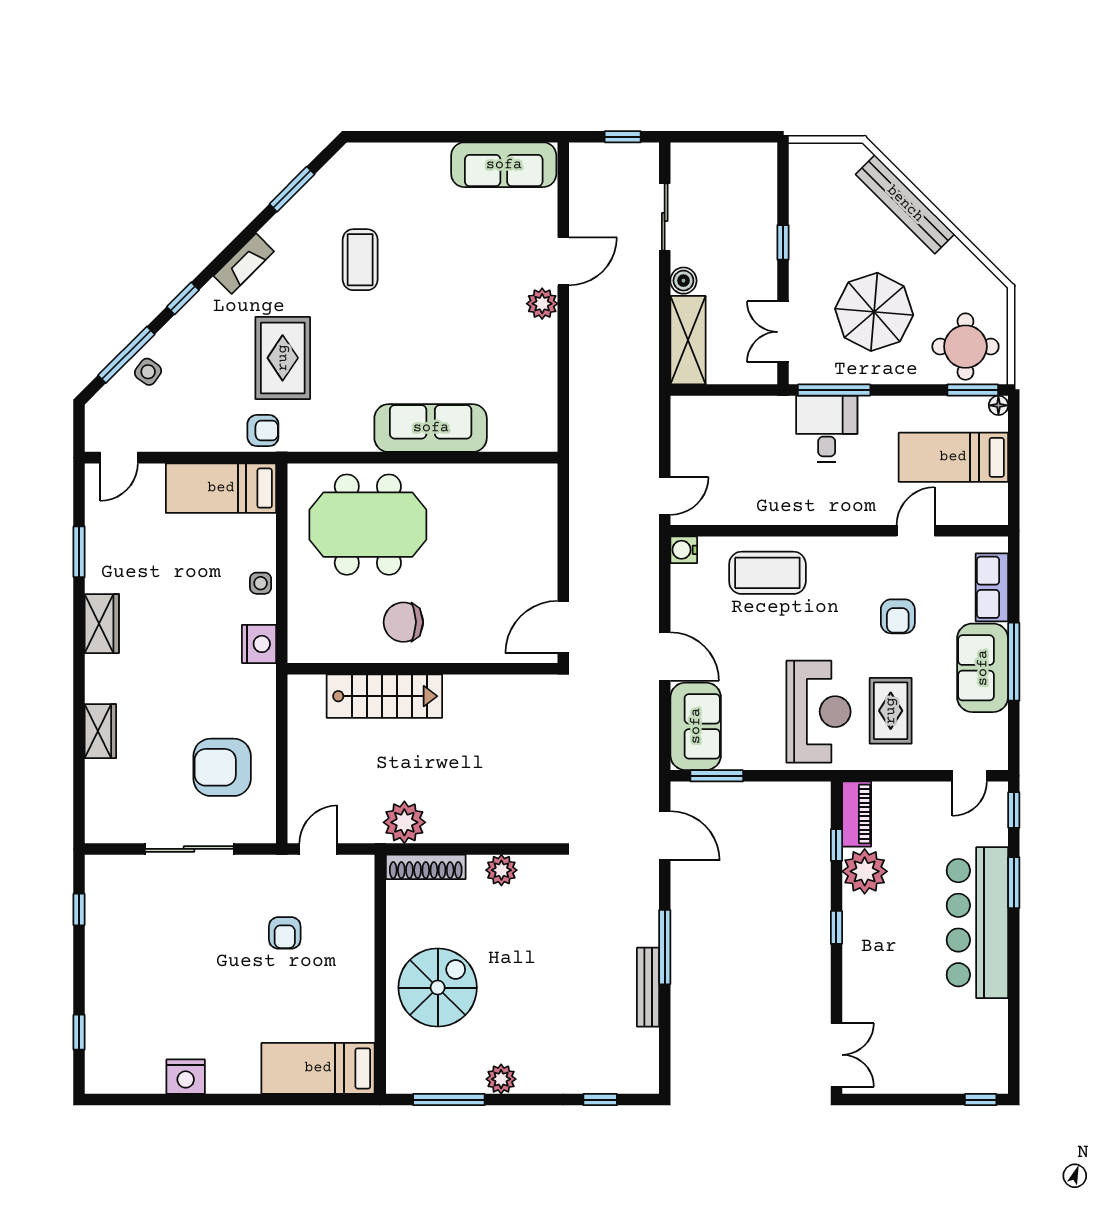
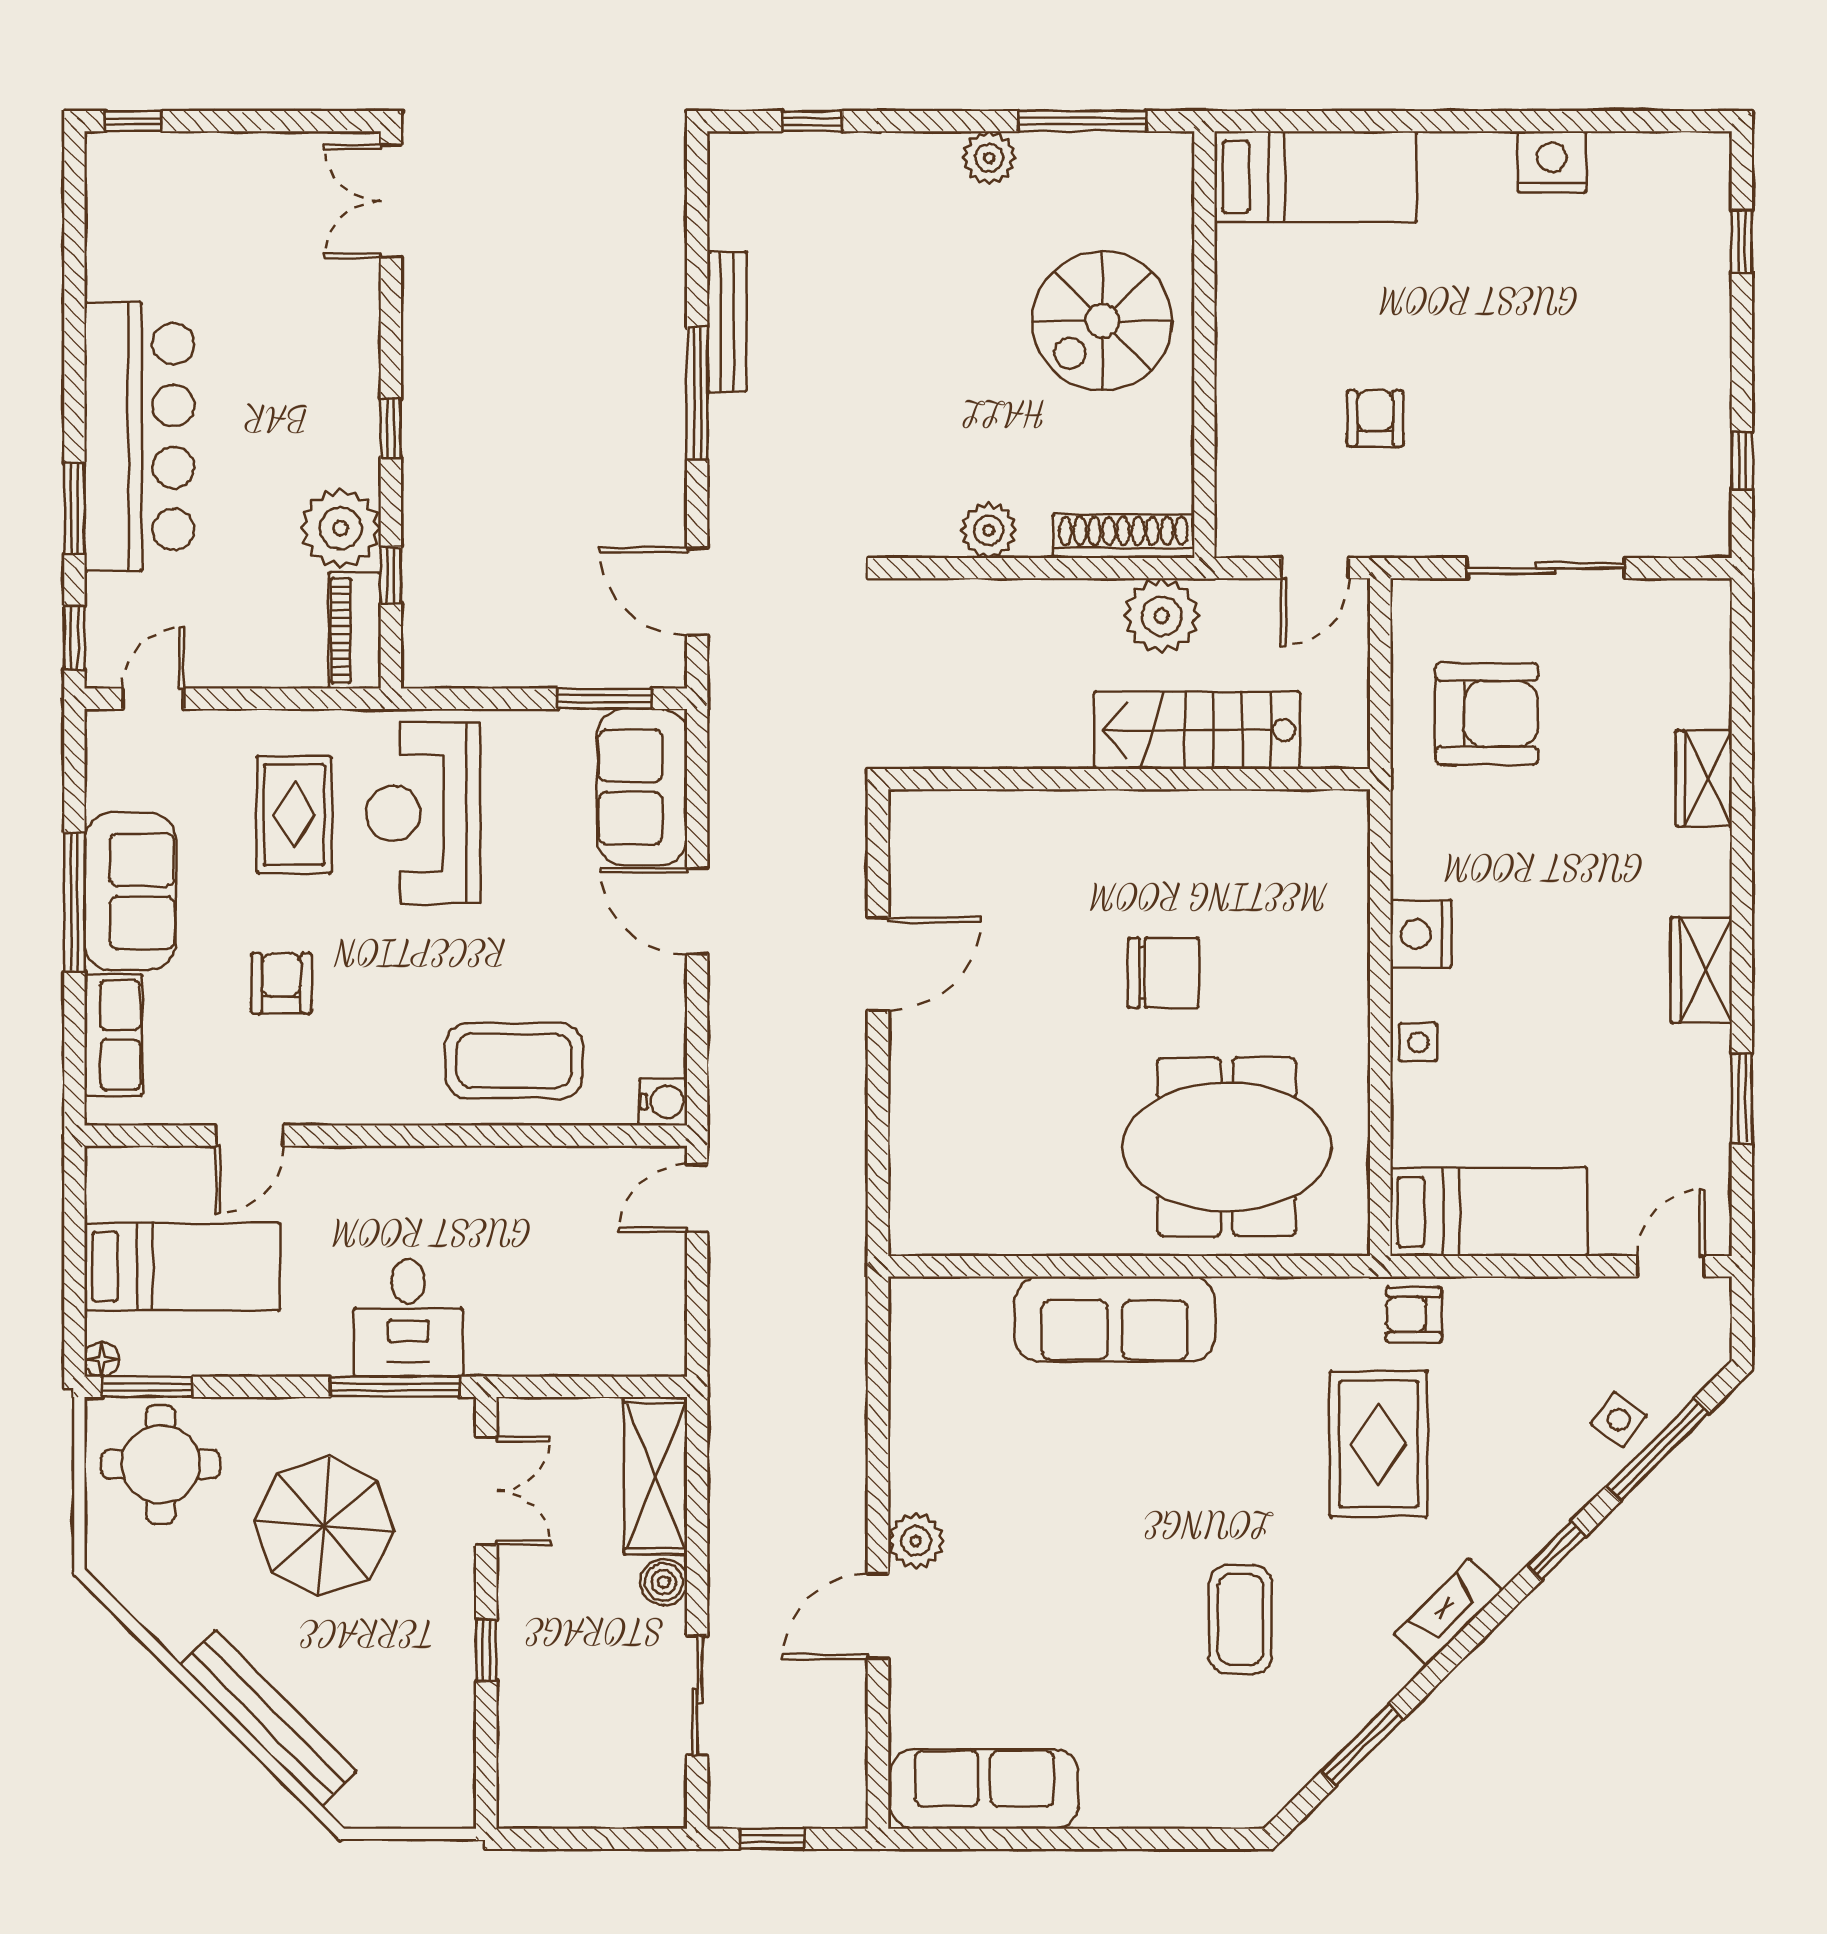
wall: (423, 669) -> (1129, 779), moved
stairs: (384, 696) -> (1197, 730), moved

